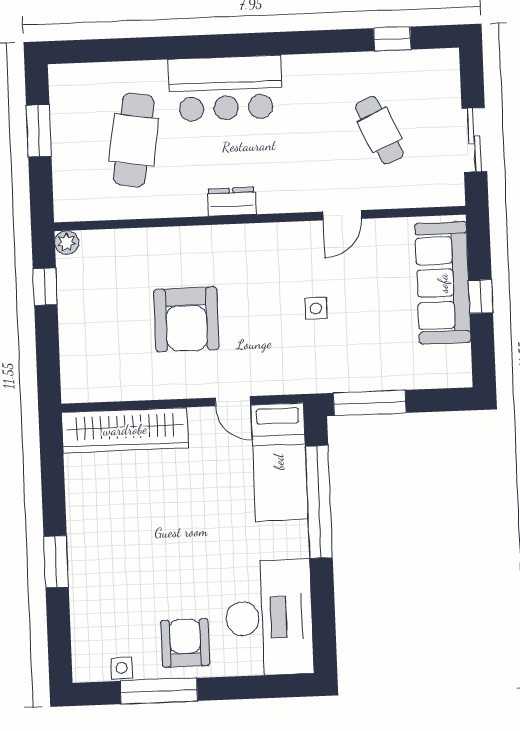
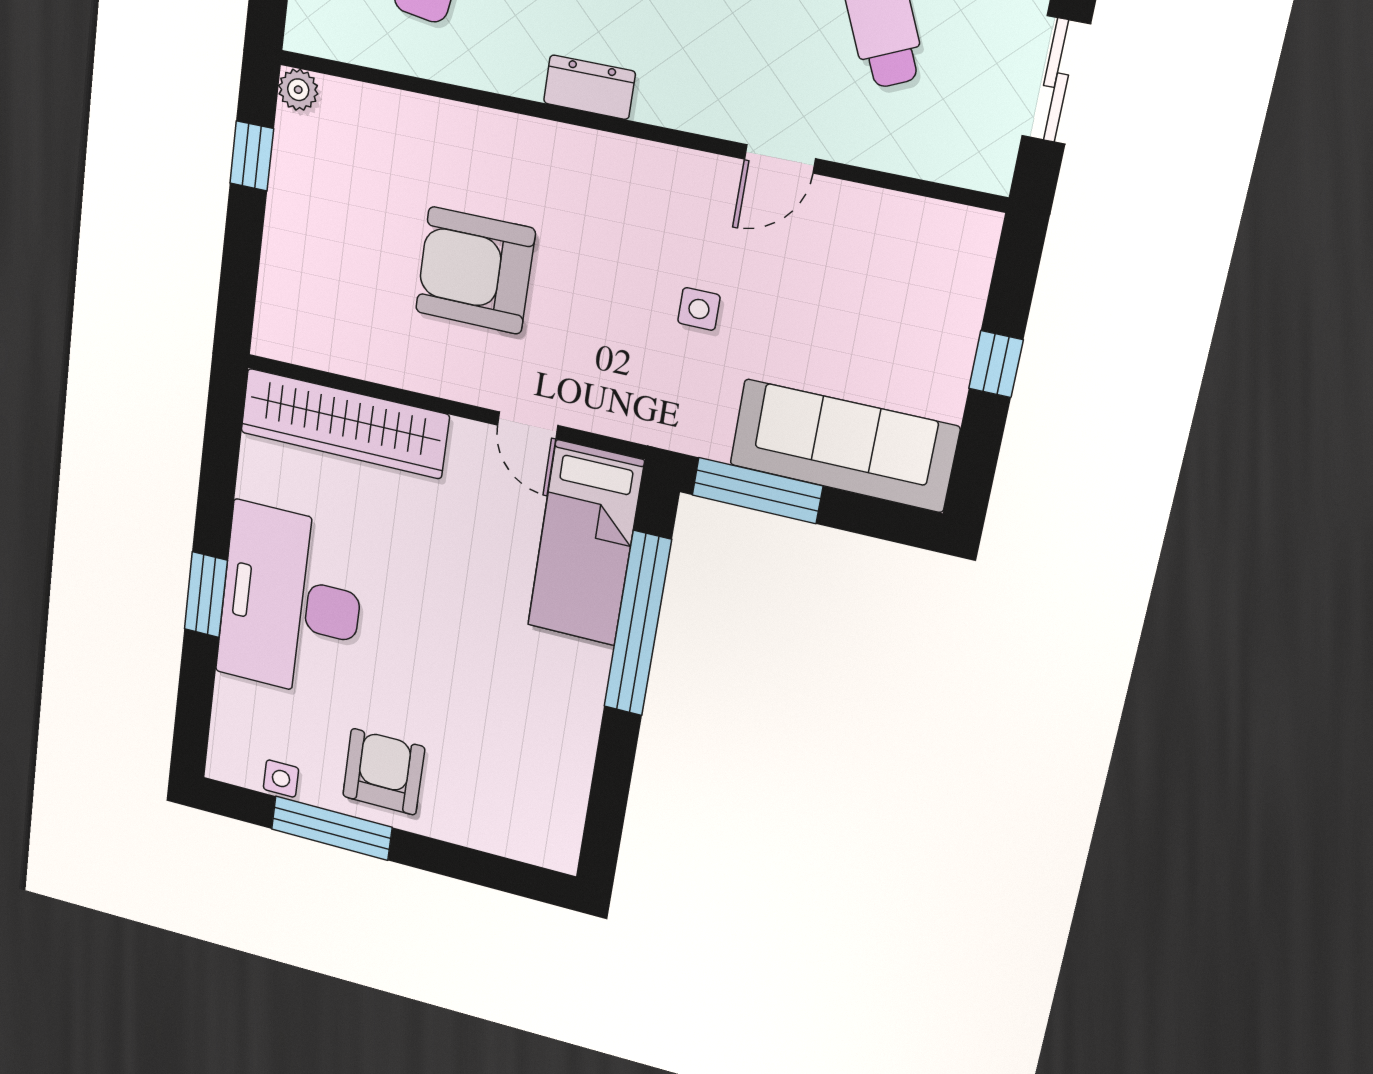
sofa: (443, 283) -> (844, 446), moved, turned 90
armchair: (186, 319) -> (475, 271), turned 90
desk: (269, 618) -> (291, 602), moved, turned 180

